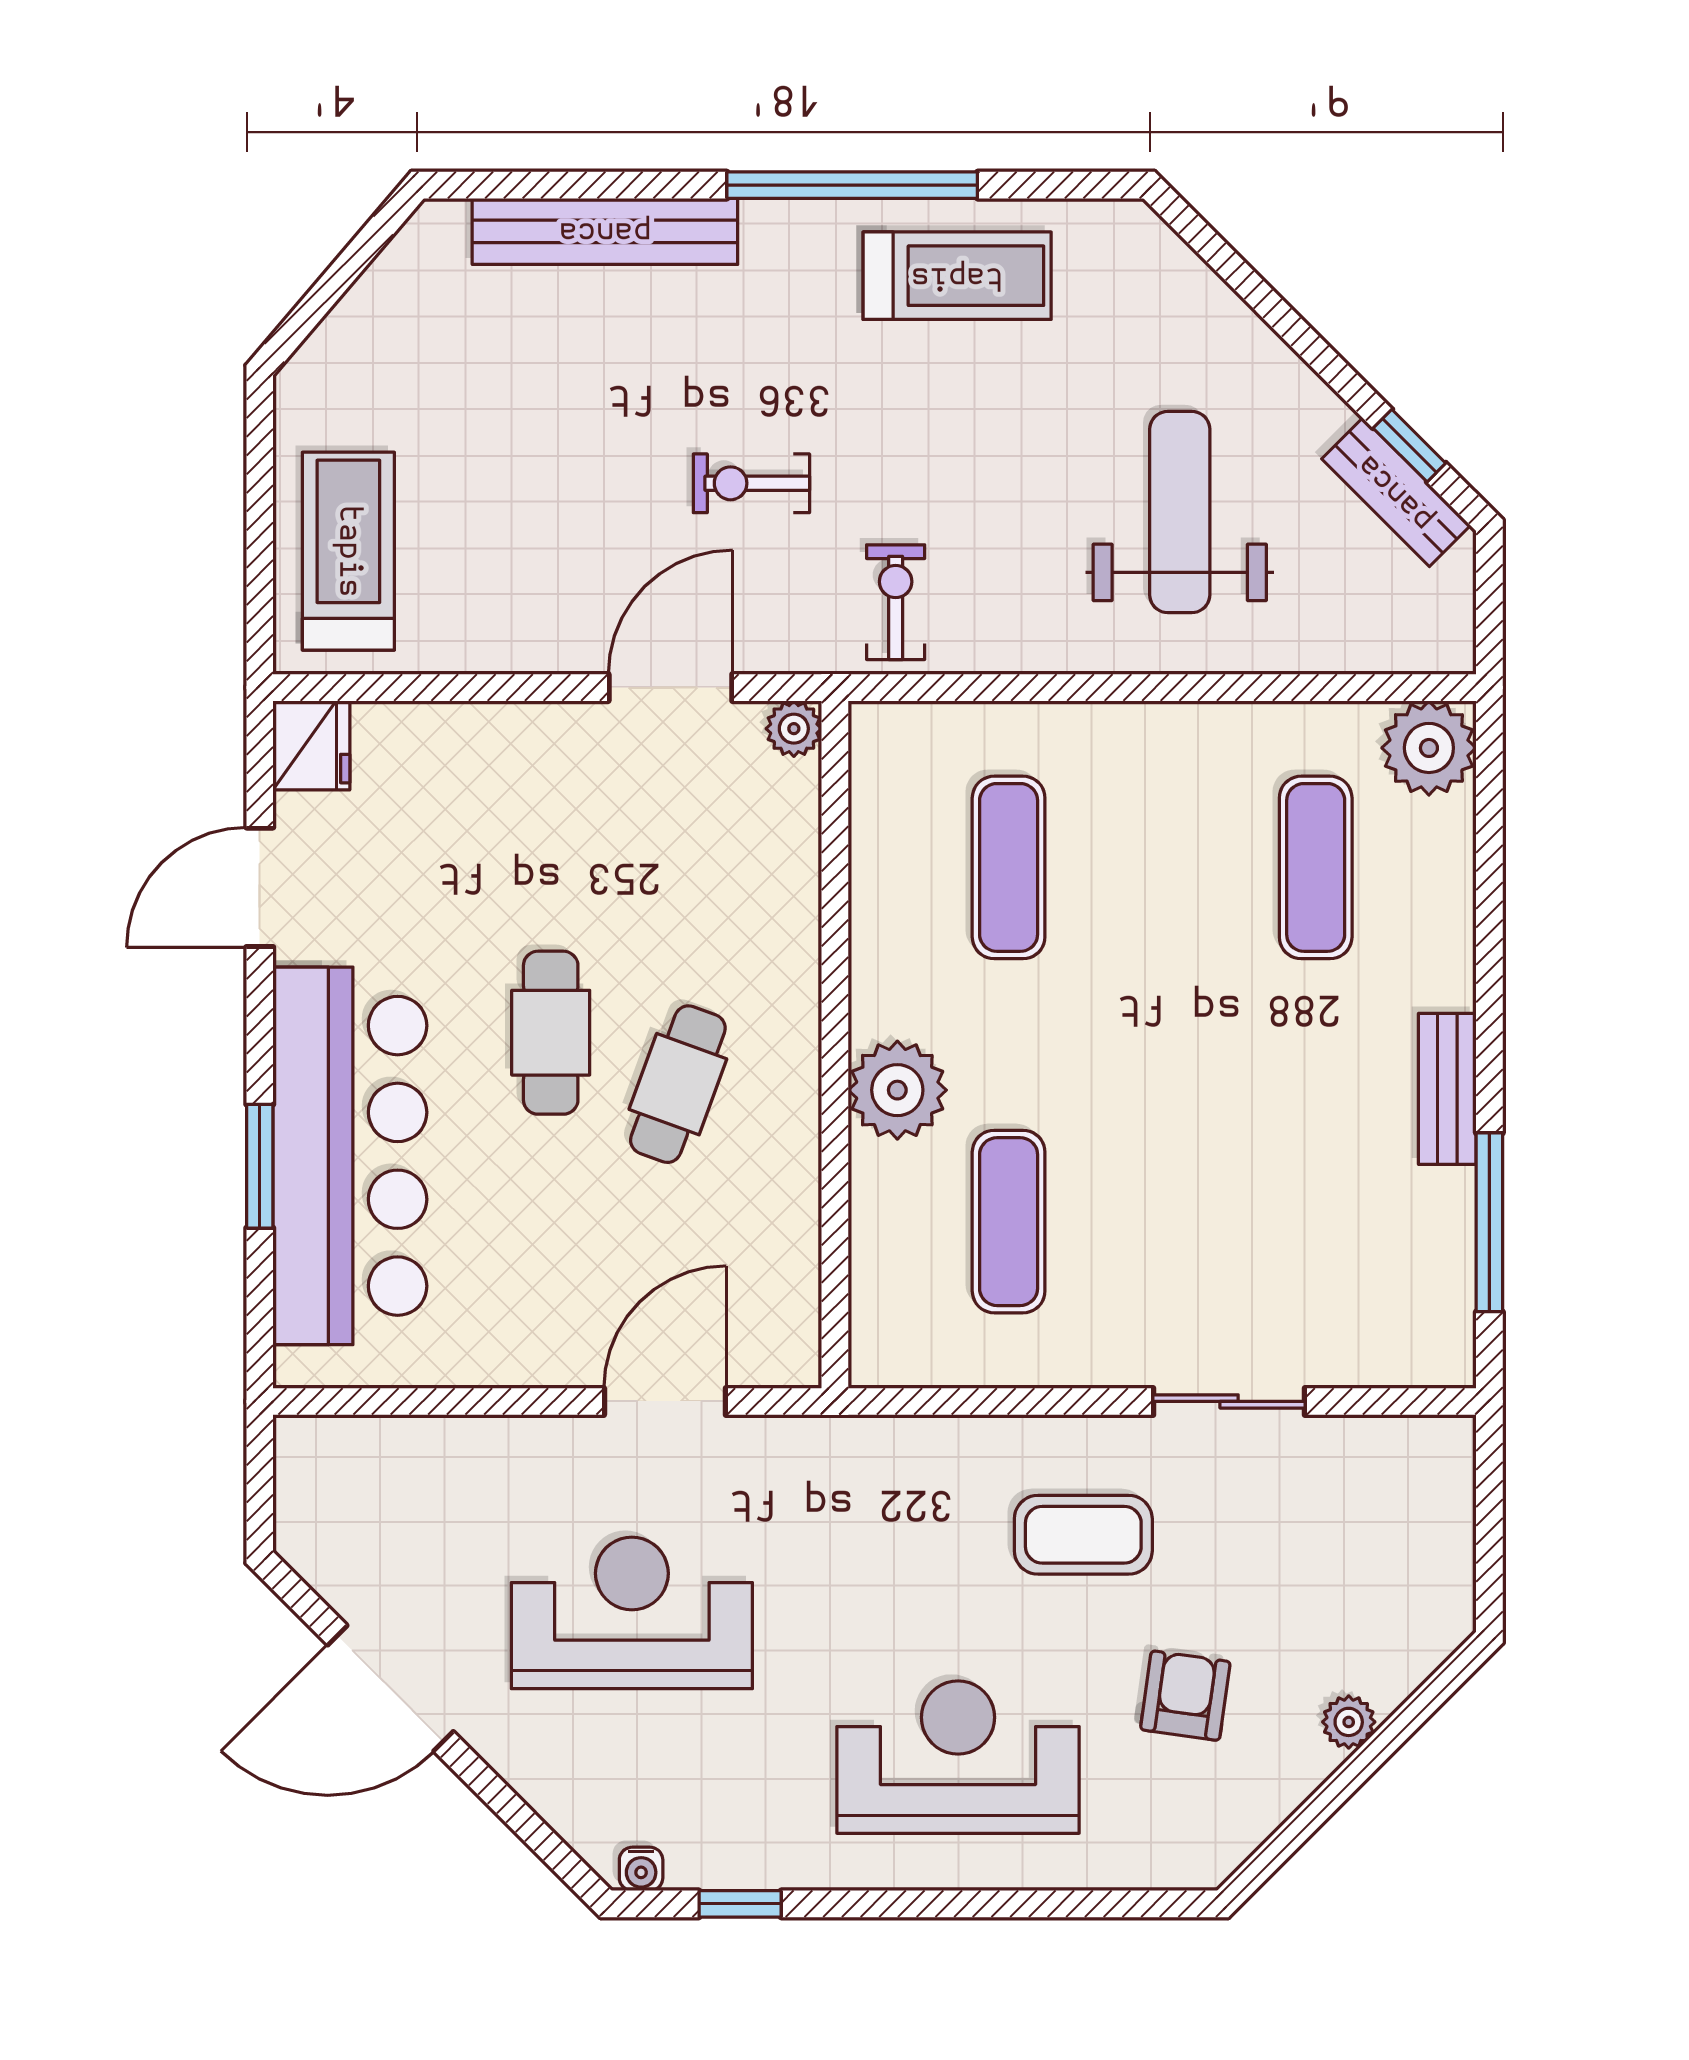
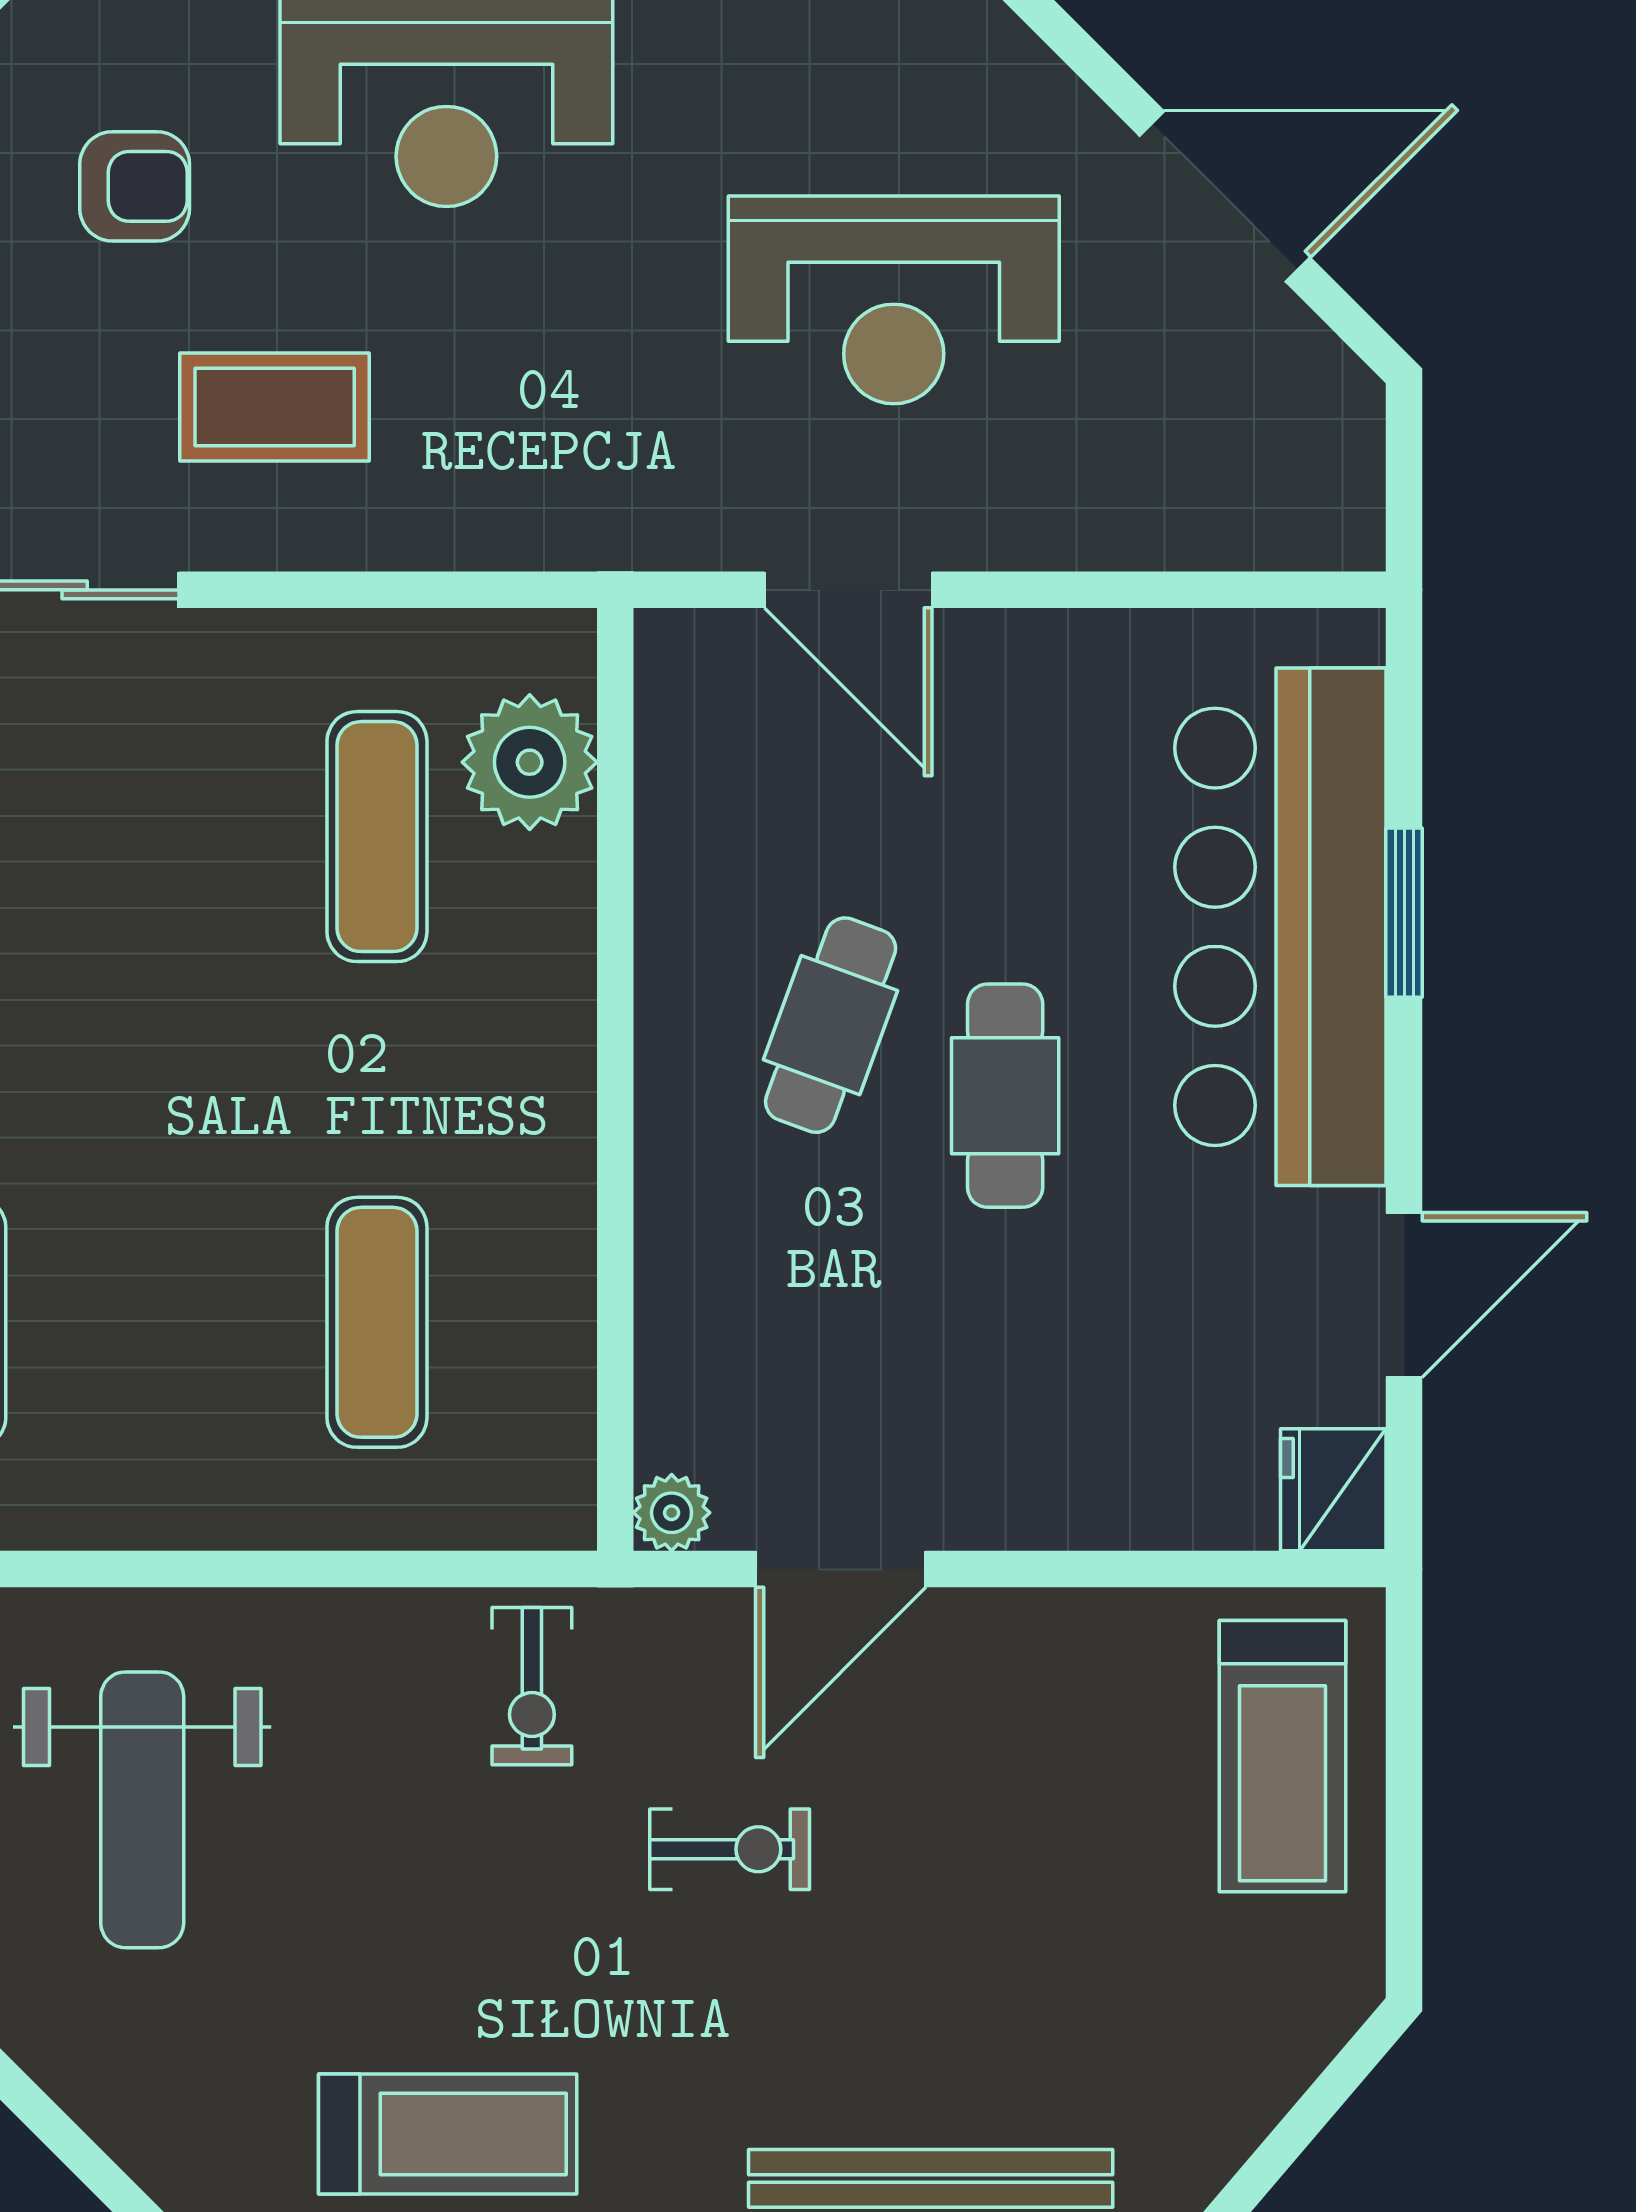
treadmill: (957, 276) -> (448, 2134), turned 180
plant: (897, 1090) -> (530, 762), moved
door: (665, 1401) -> (848, 590), hinge flipped
armchair: (1185, 1696) -> (135, 186), turned -98

